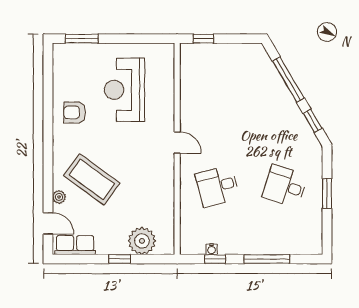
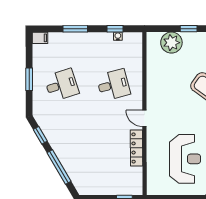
locker: (188, 104) -> (137, 148), added
desk: (285, 186) -> (62, 85), turned -36
filing cabinet: (313, 247) -> (40, 38), added
window: (267, 259) -> (75, 29), width x0.69

